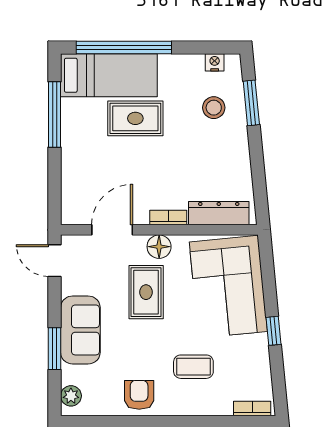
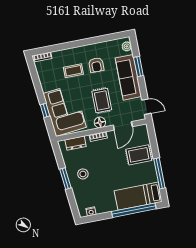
window: (251, 103) -> (65, 179), moved
stool: (214, 108) -> (83, 174), moved
rug: (135, 118) -> (139, 155), moved
dresser: (219, 213) -> (76, 143), width x0.70
sofa: (80, 330) -> (128, 77), width x1.36
window: (274, 331) -> (45, 110), moved
armchair: (139, 395) -> (96, 65), moved

